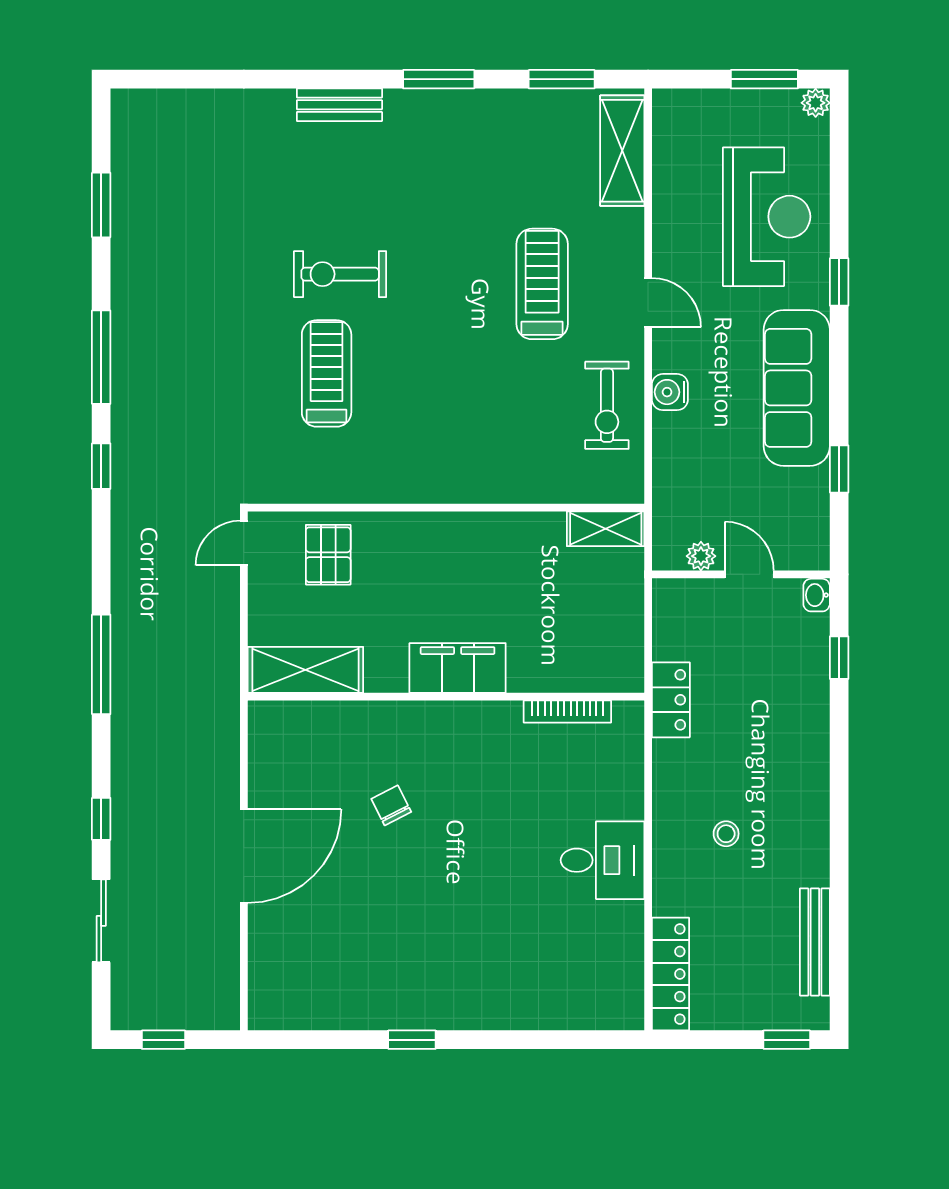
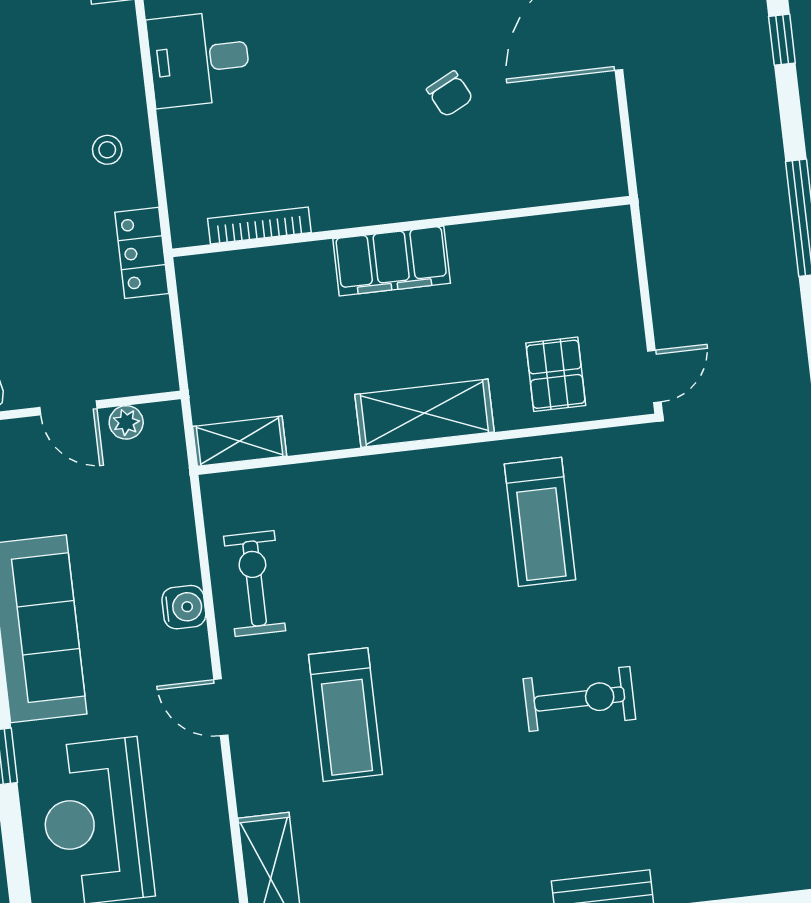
treadmill: (327, 373) -> (540, 522), moved
shelving: (305, 670) -> (424, 413), moved
stool: (726, 834) -> (107, 150), moved

